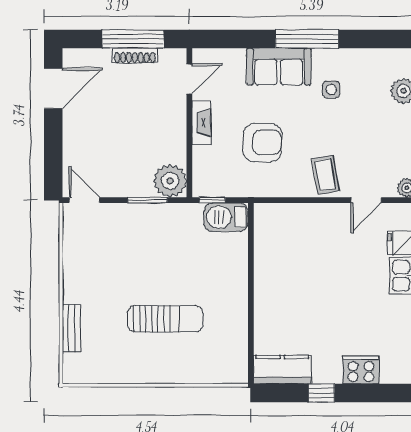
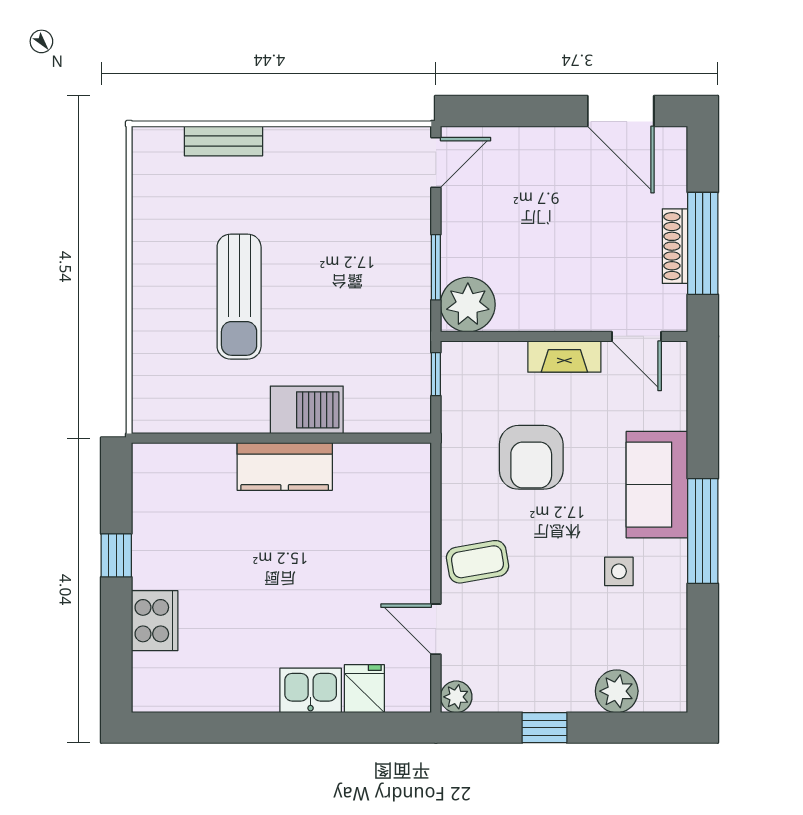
barbecue: (226, 217) -> (307, 410), moved, turned 90
kitchen counter: (282, 369) -> (285, 467), moved, turned 90

